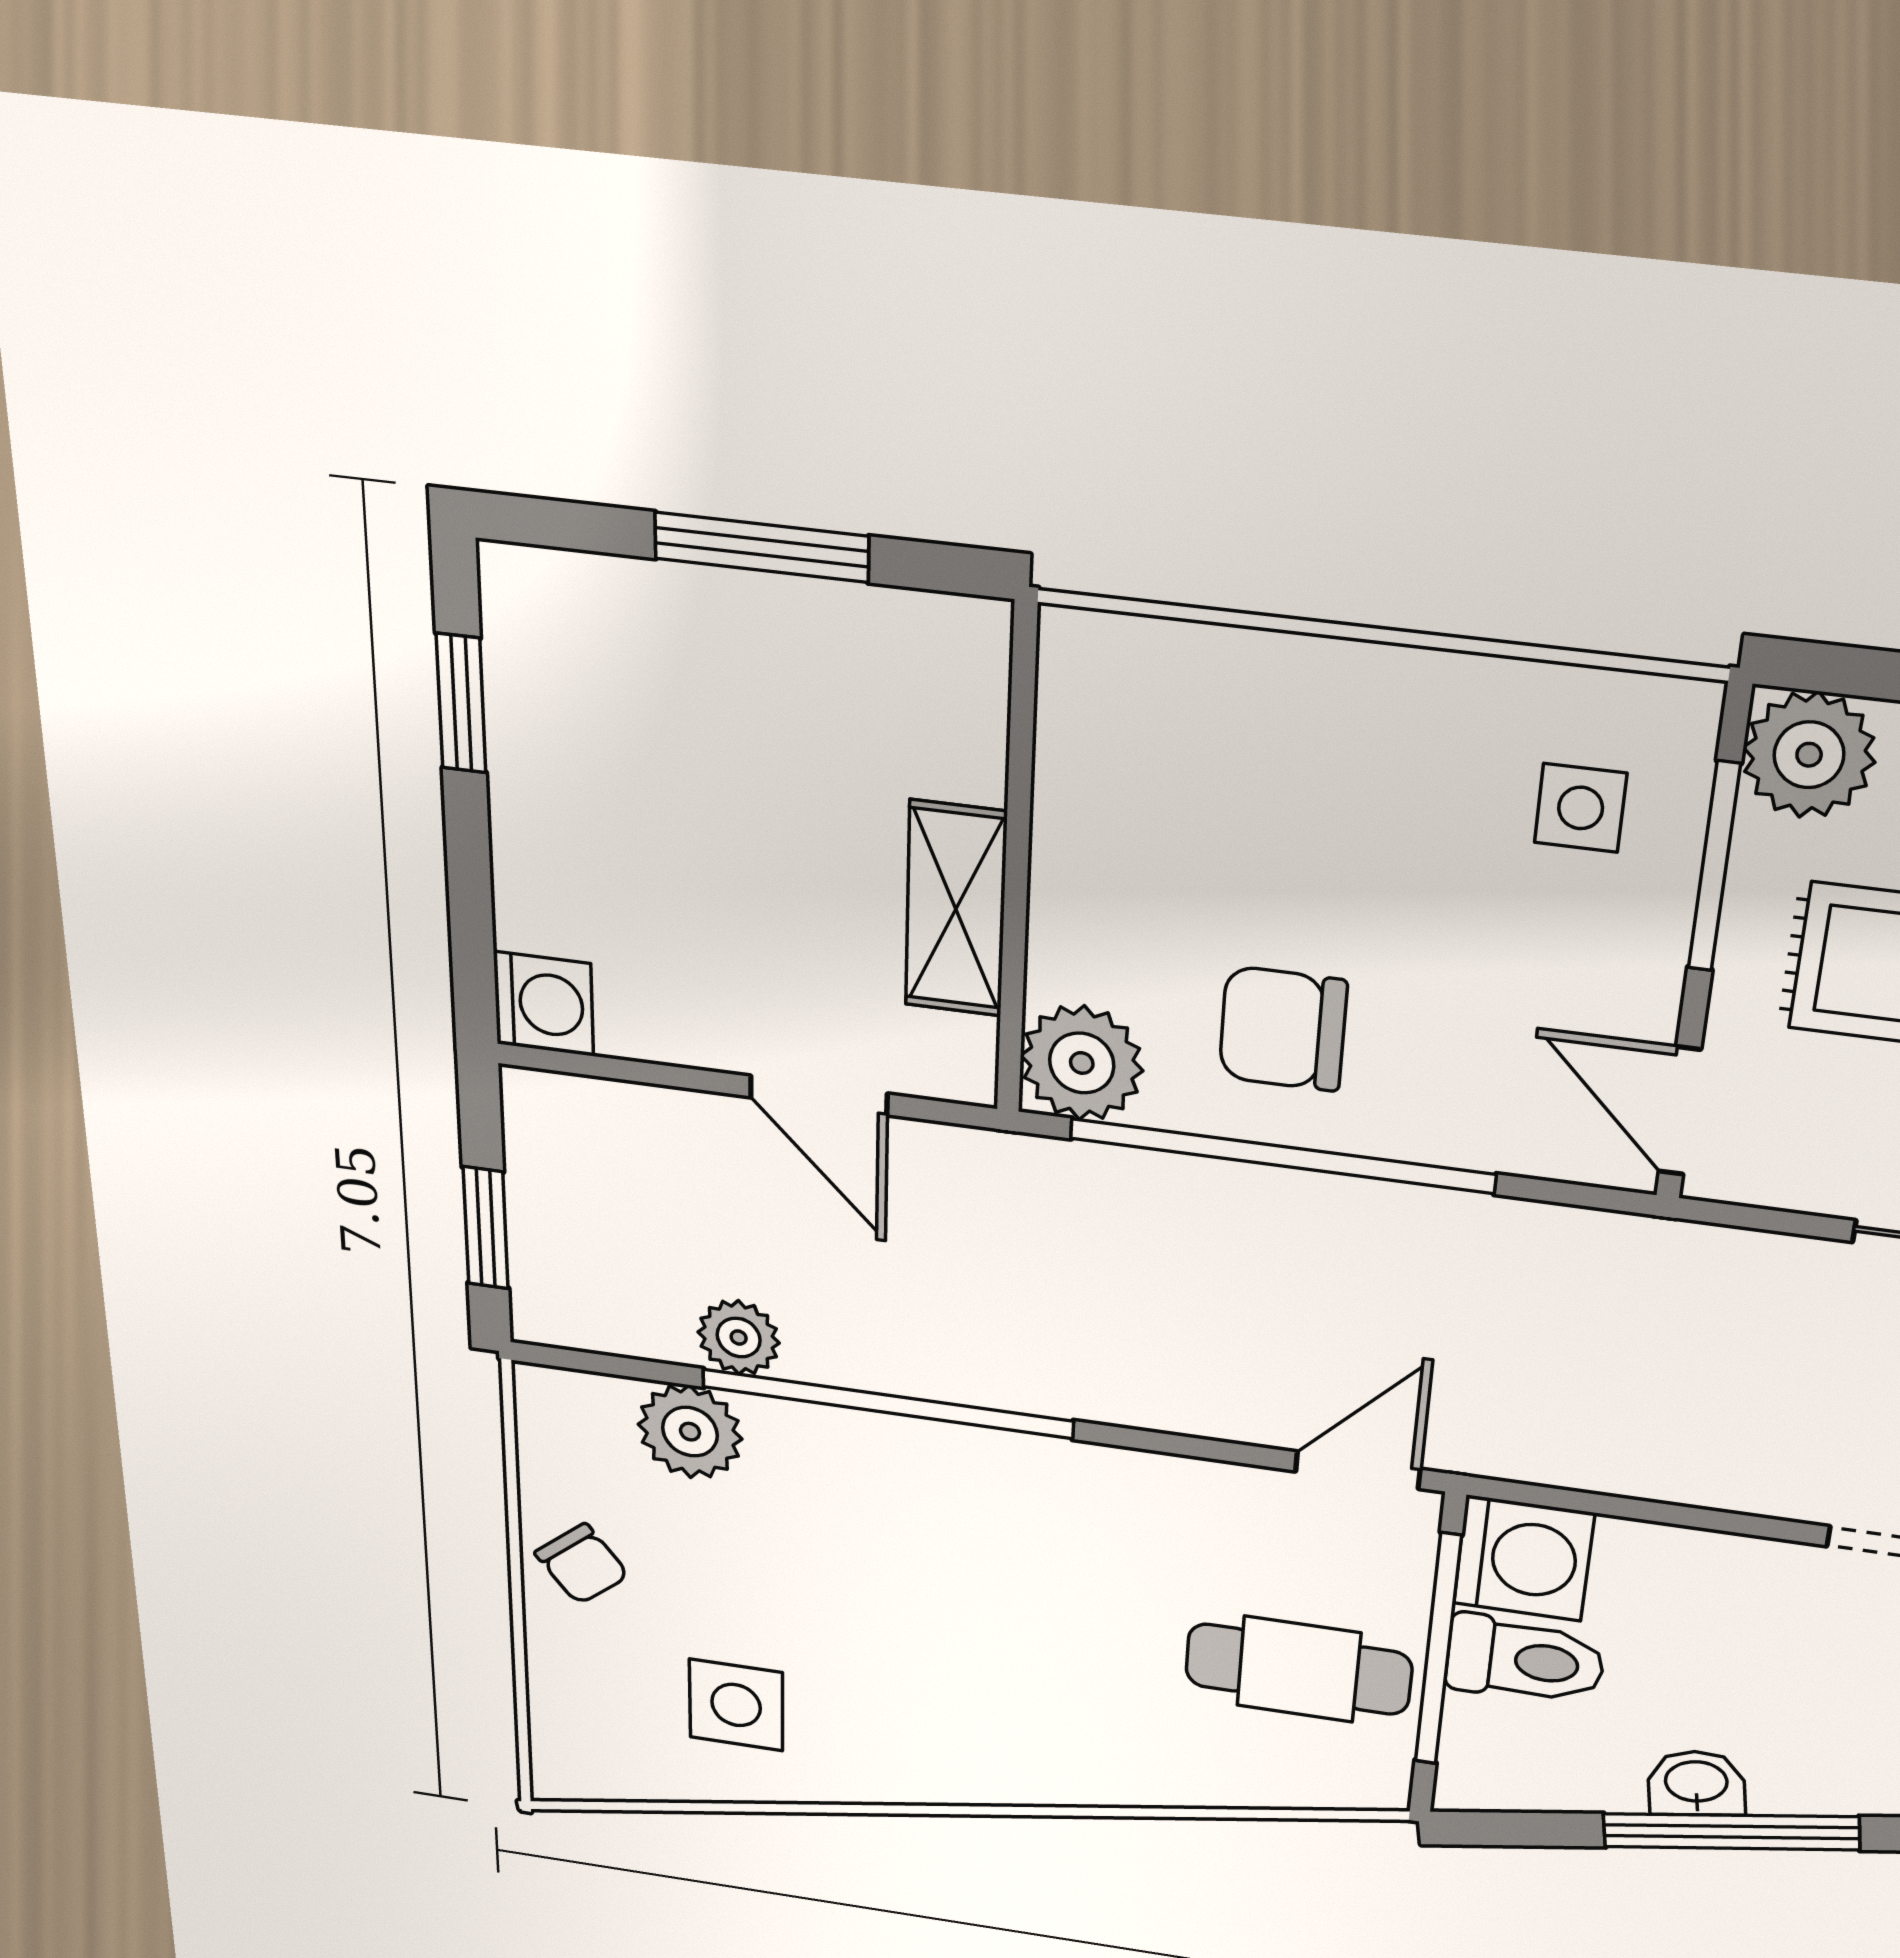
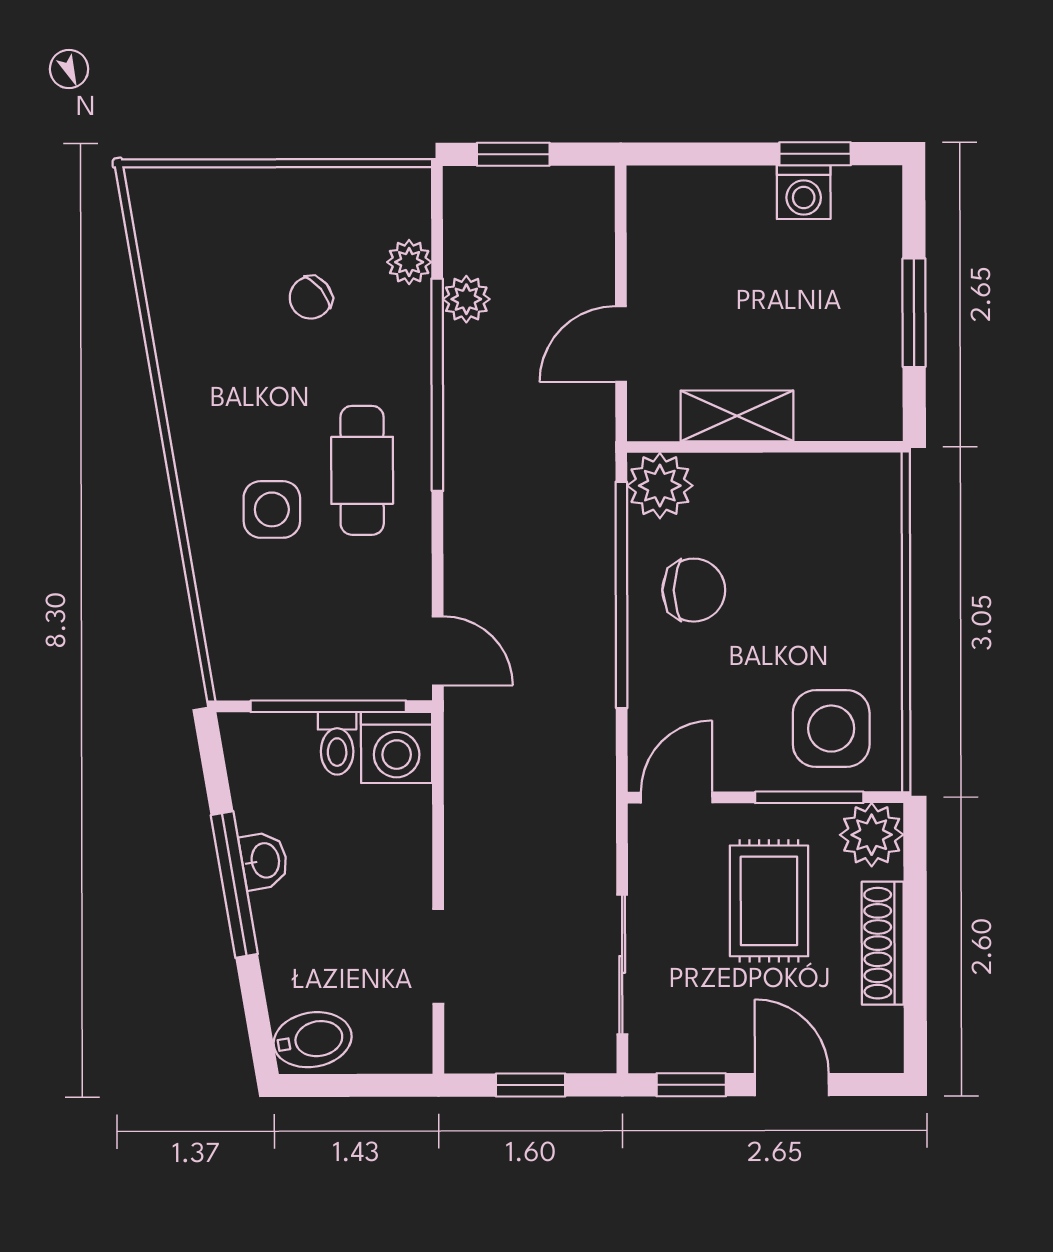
side table: (1581, 808) -> (831, 729), width x1.87, depth x1.87
washing machine: (544, 1004) -> (804, 192), moved
chair: (1283, 1029) -> (694, 590), turned 90
plant: (690, 1432) -> (409, 262), width x0.73, depth x0.73
chair: (582, 1564) -> (311, 298), moved
toilet: (1525, 1660) -> (337, 743), width x0.73, depth x0.72
cafe table: (1299, 1669) -> (362, 470), moved
side table: (736, 1705) -> (272, 509), moved

